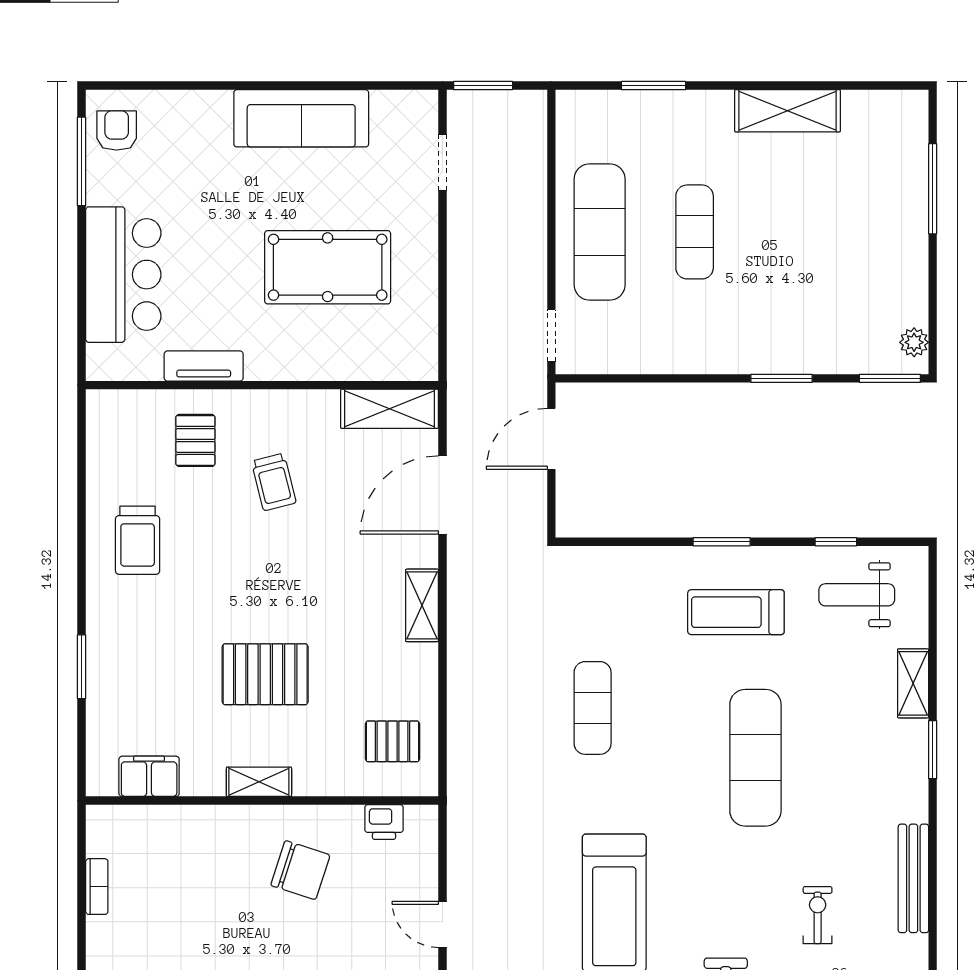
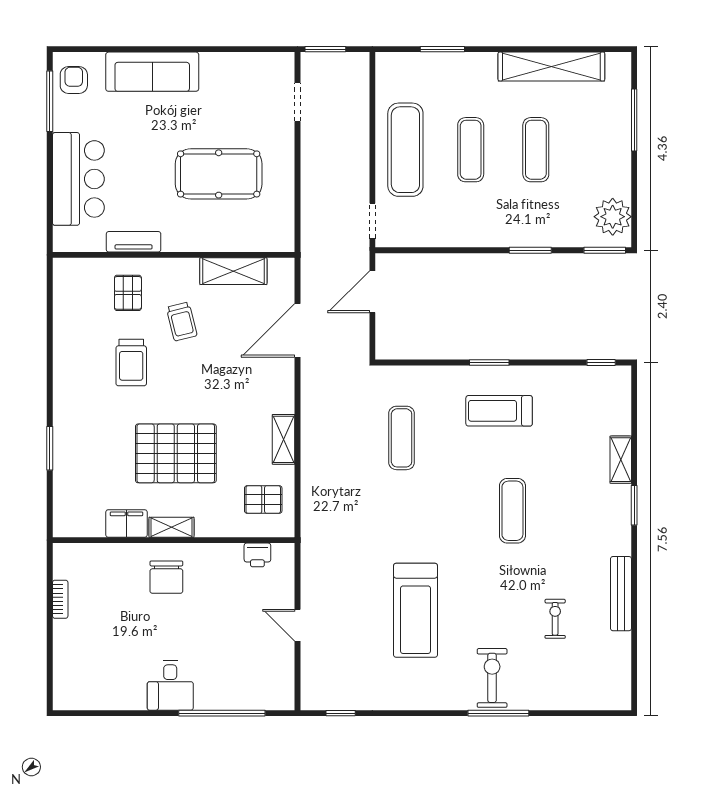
shelving: (788, 111) -> (551, 67), width x1.47
sofa: (301, 118) -> (152, 72), moved
exercise mat: (789, 232) -> (536, 150), added
plant: (914, 342) -> (613, 217), width x1.87, depth x1.87
shelving: (390, 409) -> (233, 271), moved
trolley: (138, 540) -> (131, 363), moved
window: (836, 542) -> (601, 362), moved
weight bench: (857, 595) -> (582, 399), removed
shelving: (422, 605) -> (283, 439), moved
pallet: (265, 674) -> (176, 453), width x1.37, depth x1.41
exercise mat: (593, 708) -> (402, 438), moved
exercise mat: (755, 758) -> (512, 511), width x0.73, depth x0.69
filing cabinet: (149, 776) -> (126, 524), moved
chair: (300, 870) -> (166, 577), moved, turned 72

